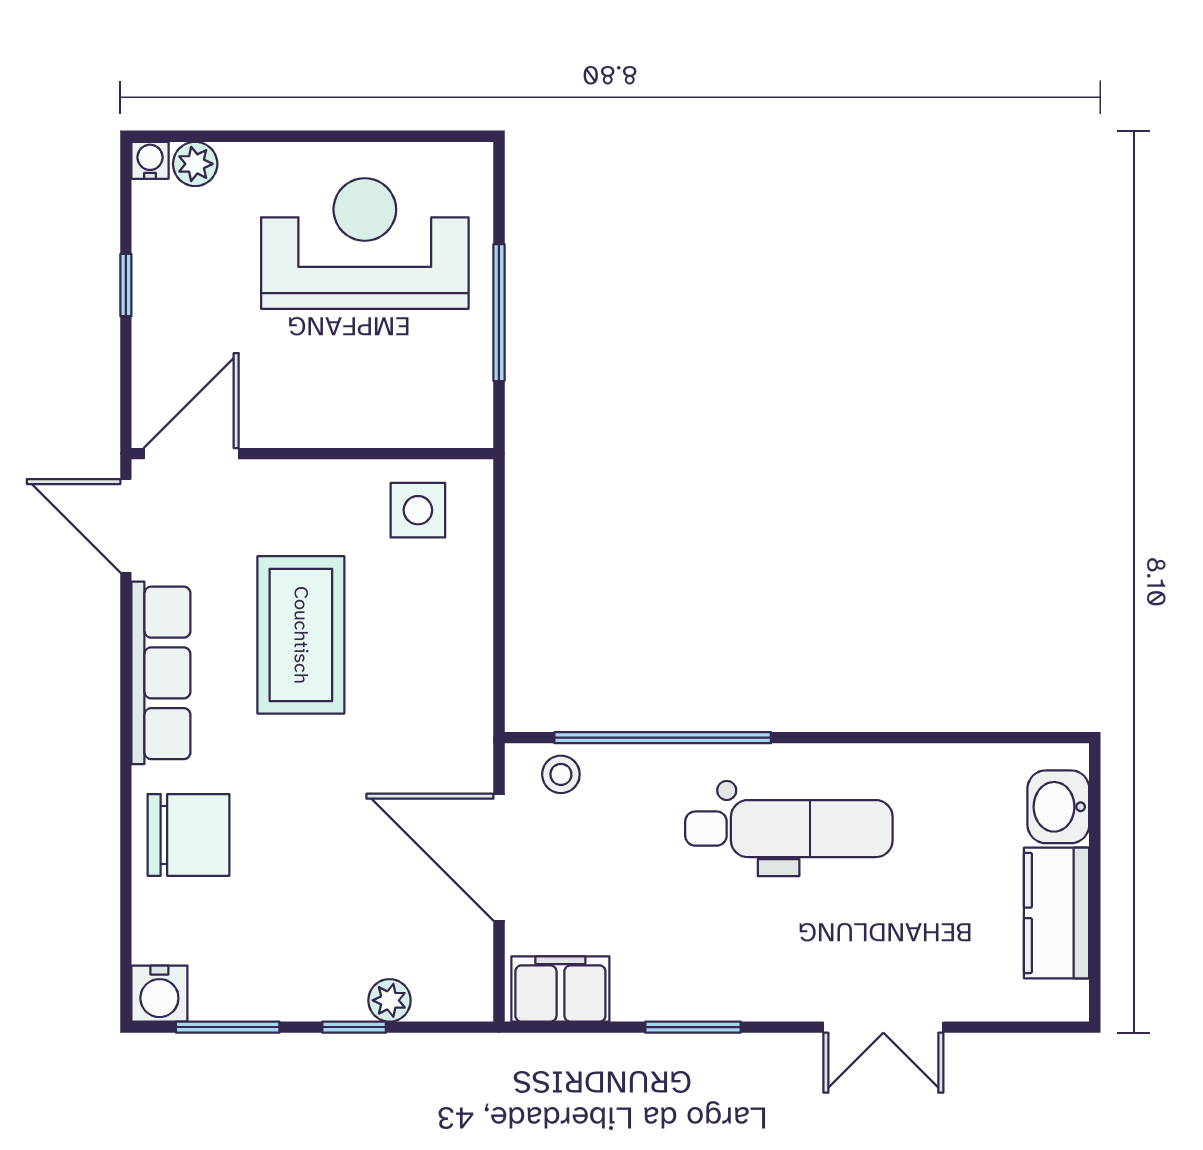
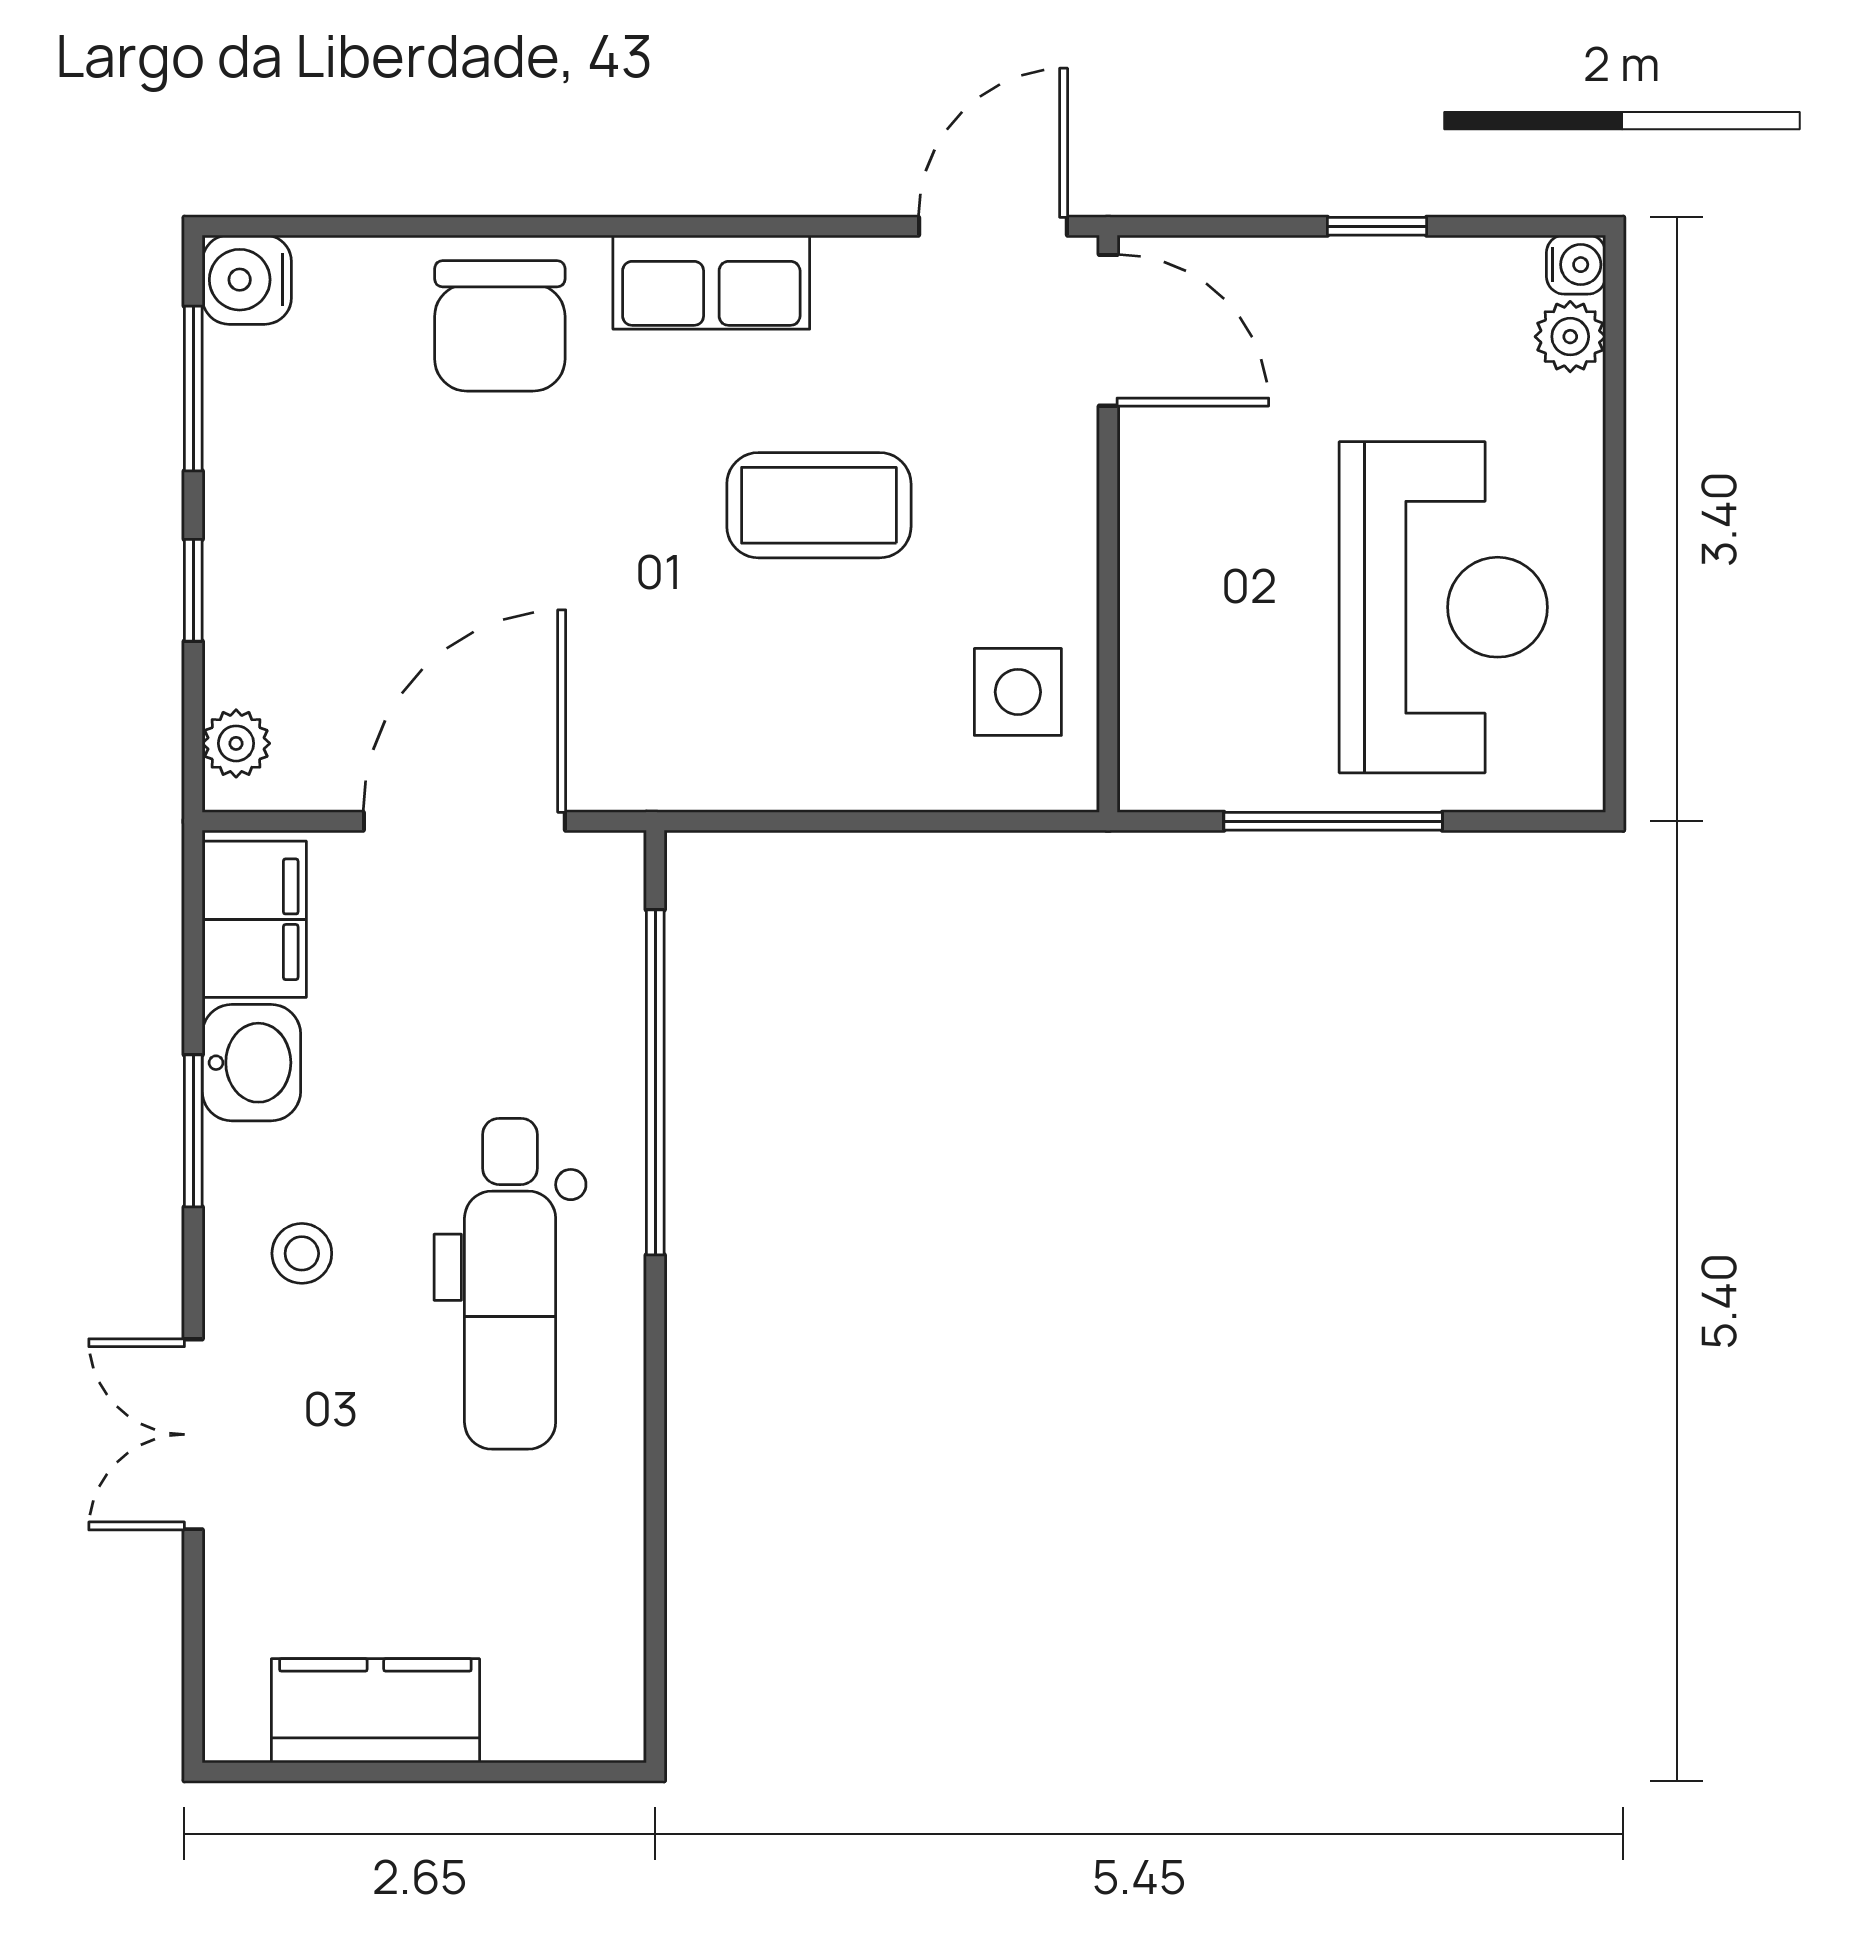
coffee table: (301, 635) -> (819, 505), width x0.73, depth x0.76
row of seats: (161, 673) -> (711, 282), width x0.68
stool: (561, 774) -> (302, 1253), moved
washbasin: (1058, 807) -> (251, 1063), moved, turned 90
plant: (389, 1000) -> (236, 743), moved

